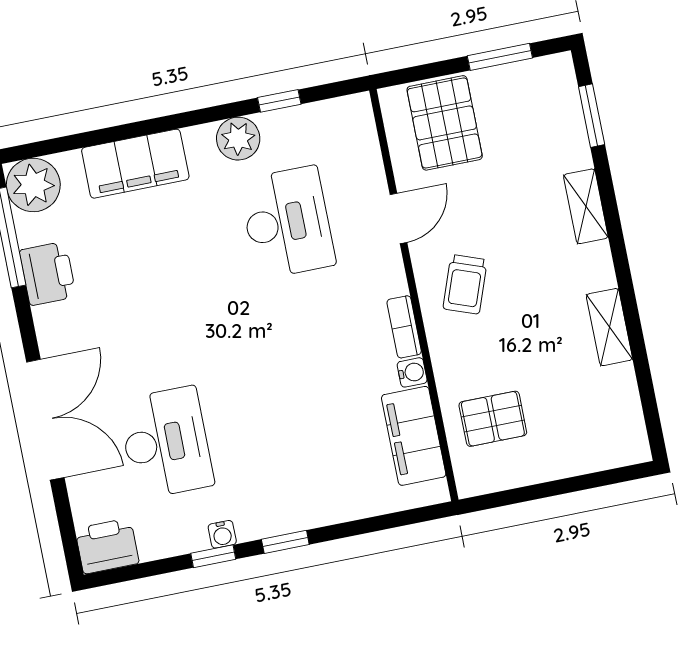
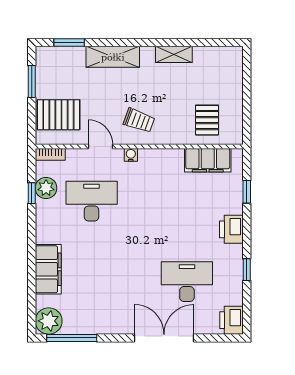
plant: (238, 139) -> (46, 188), moved
shelving: (586, 206) -> (113, 57), width x1.50, depth x1.33
printer: (48, 274) -> (231, 229), moved, turned -90
bookcase: (404, 327) -> (50, 154), moved
water cooler: (412, 372) -> (131, 155), moved
water cooler: (222, 534) -> (237, 263), removed
window: (285, 542) -> (247, 192), moved

